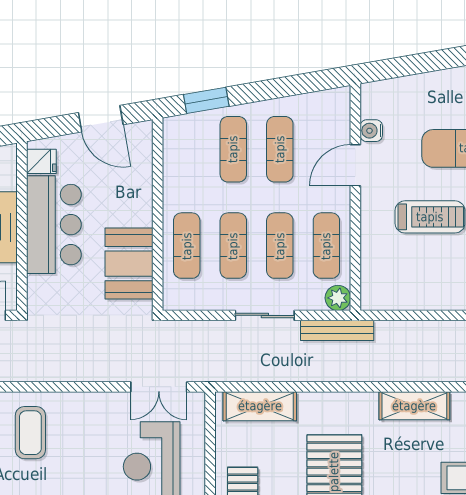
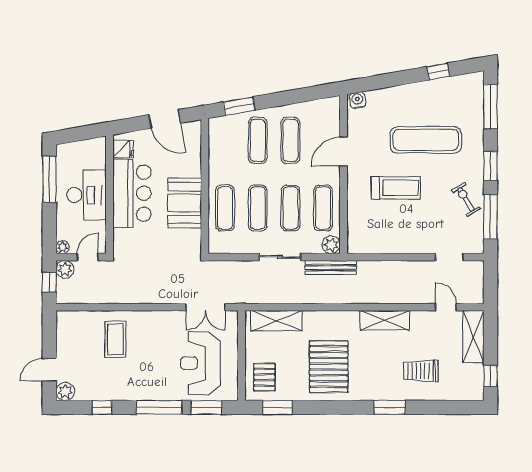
water cooler: (371, 131) -> (358, 100), moved, turned 80
booth: (129, 264) -> (185, 203), moved

